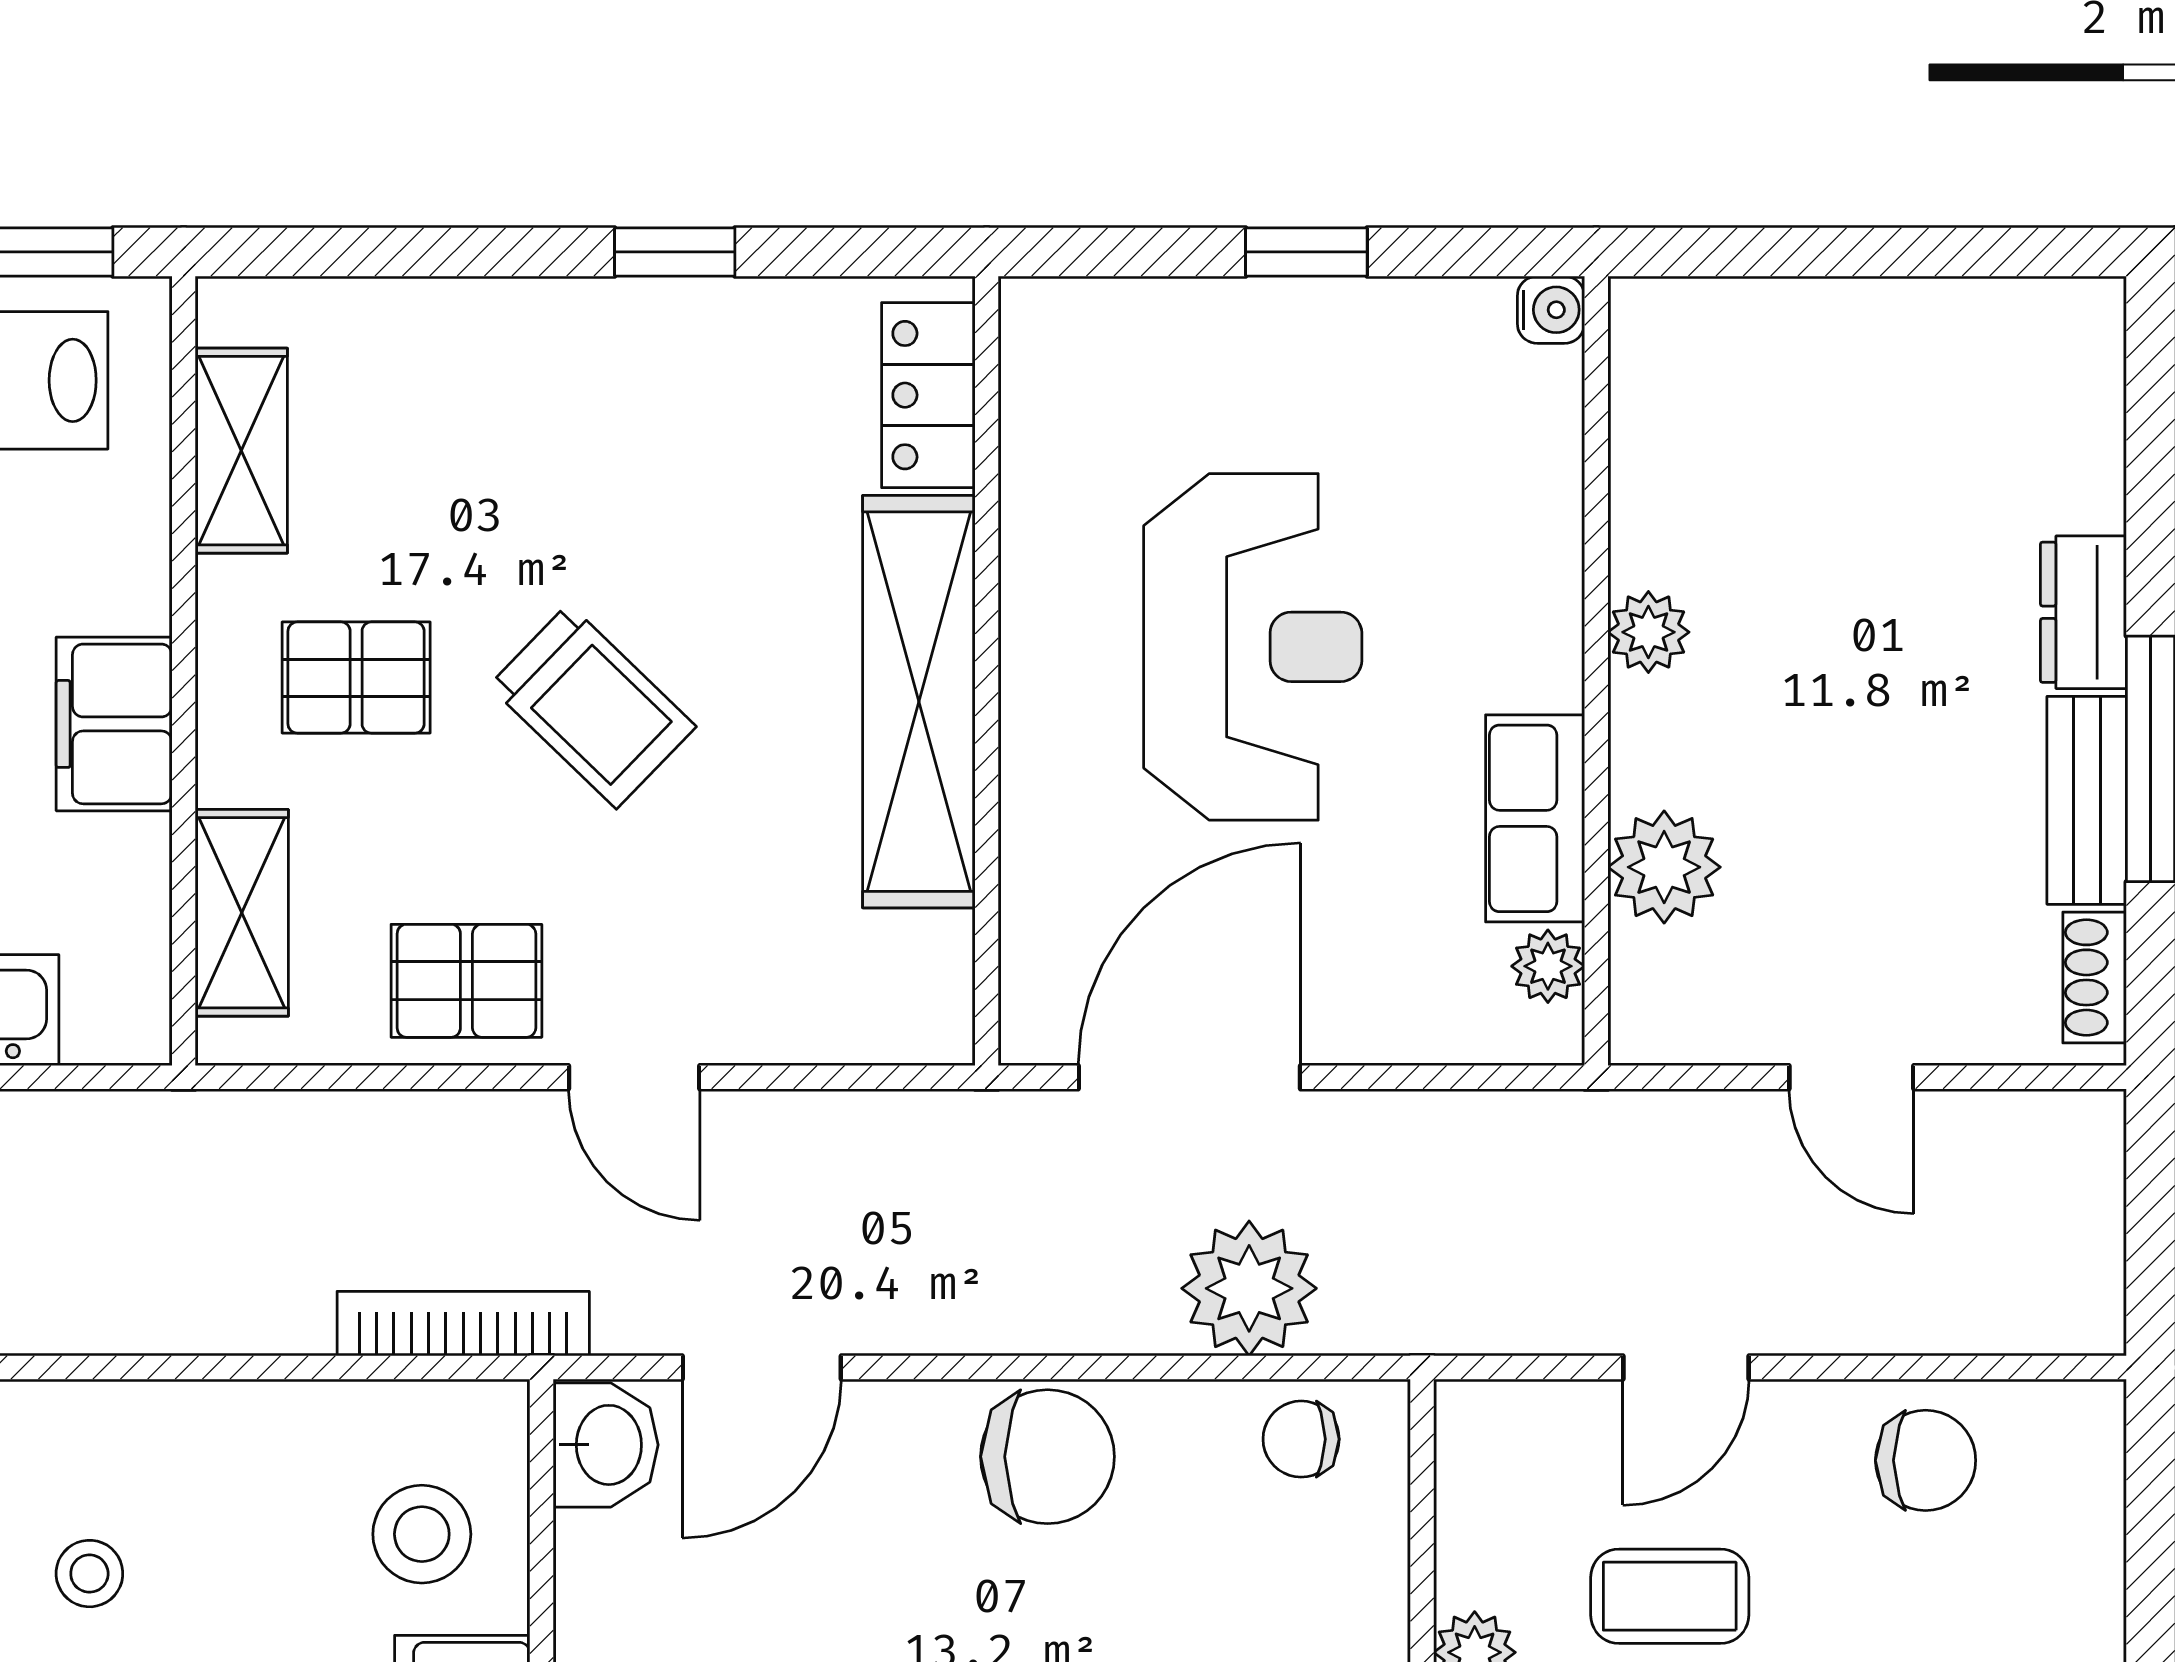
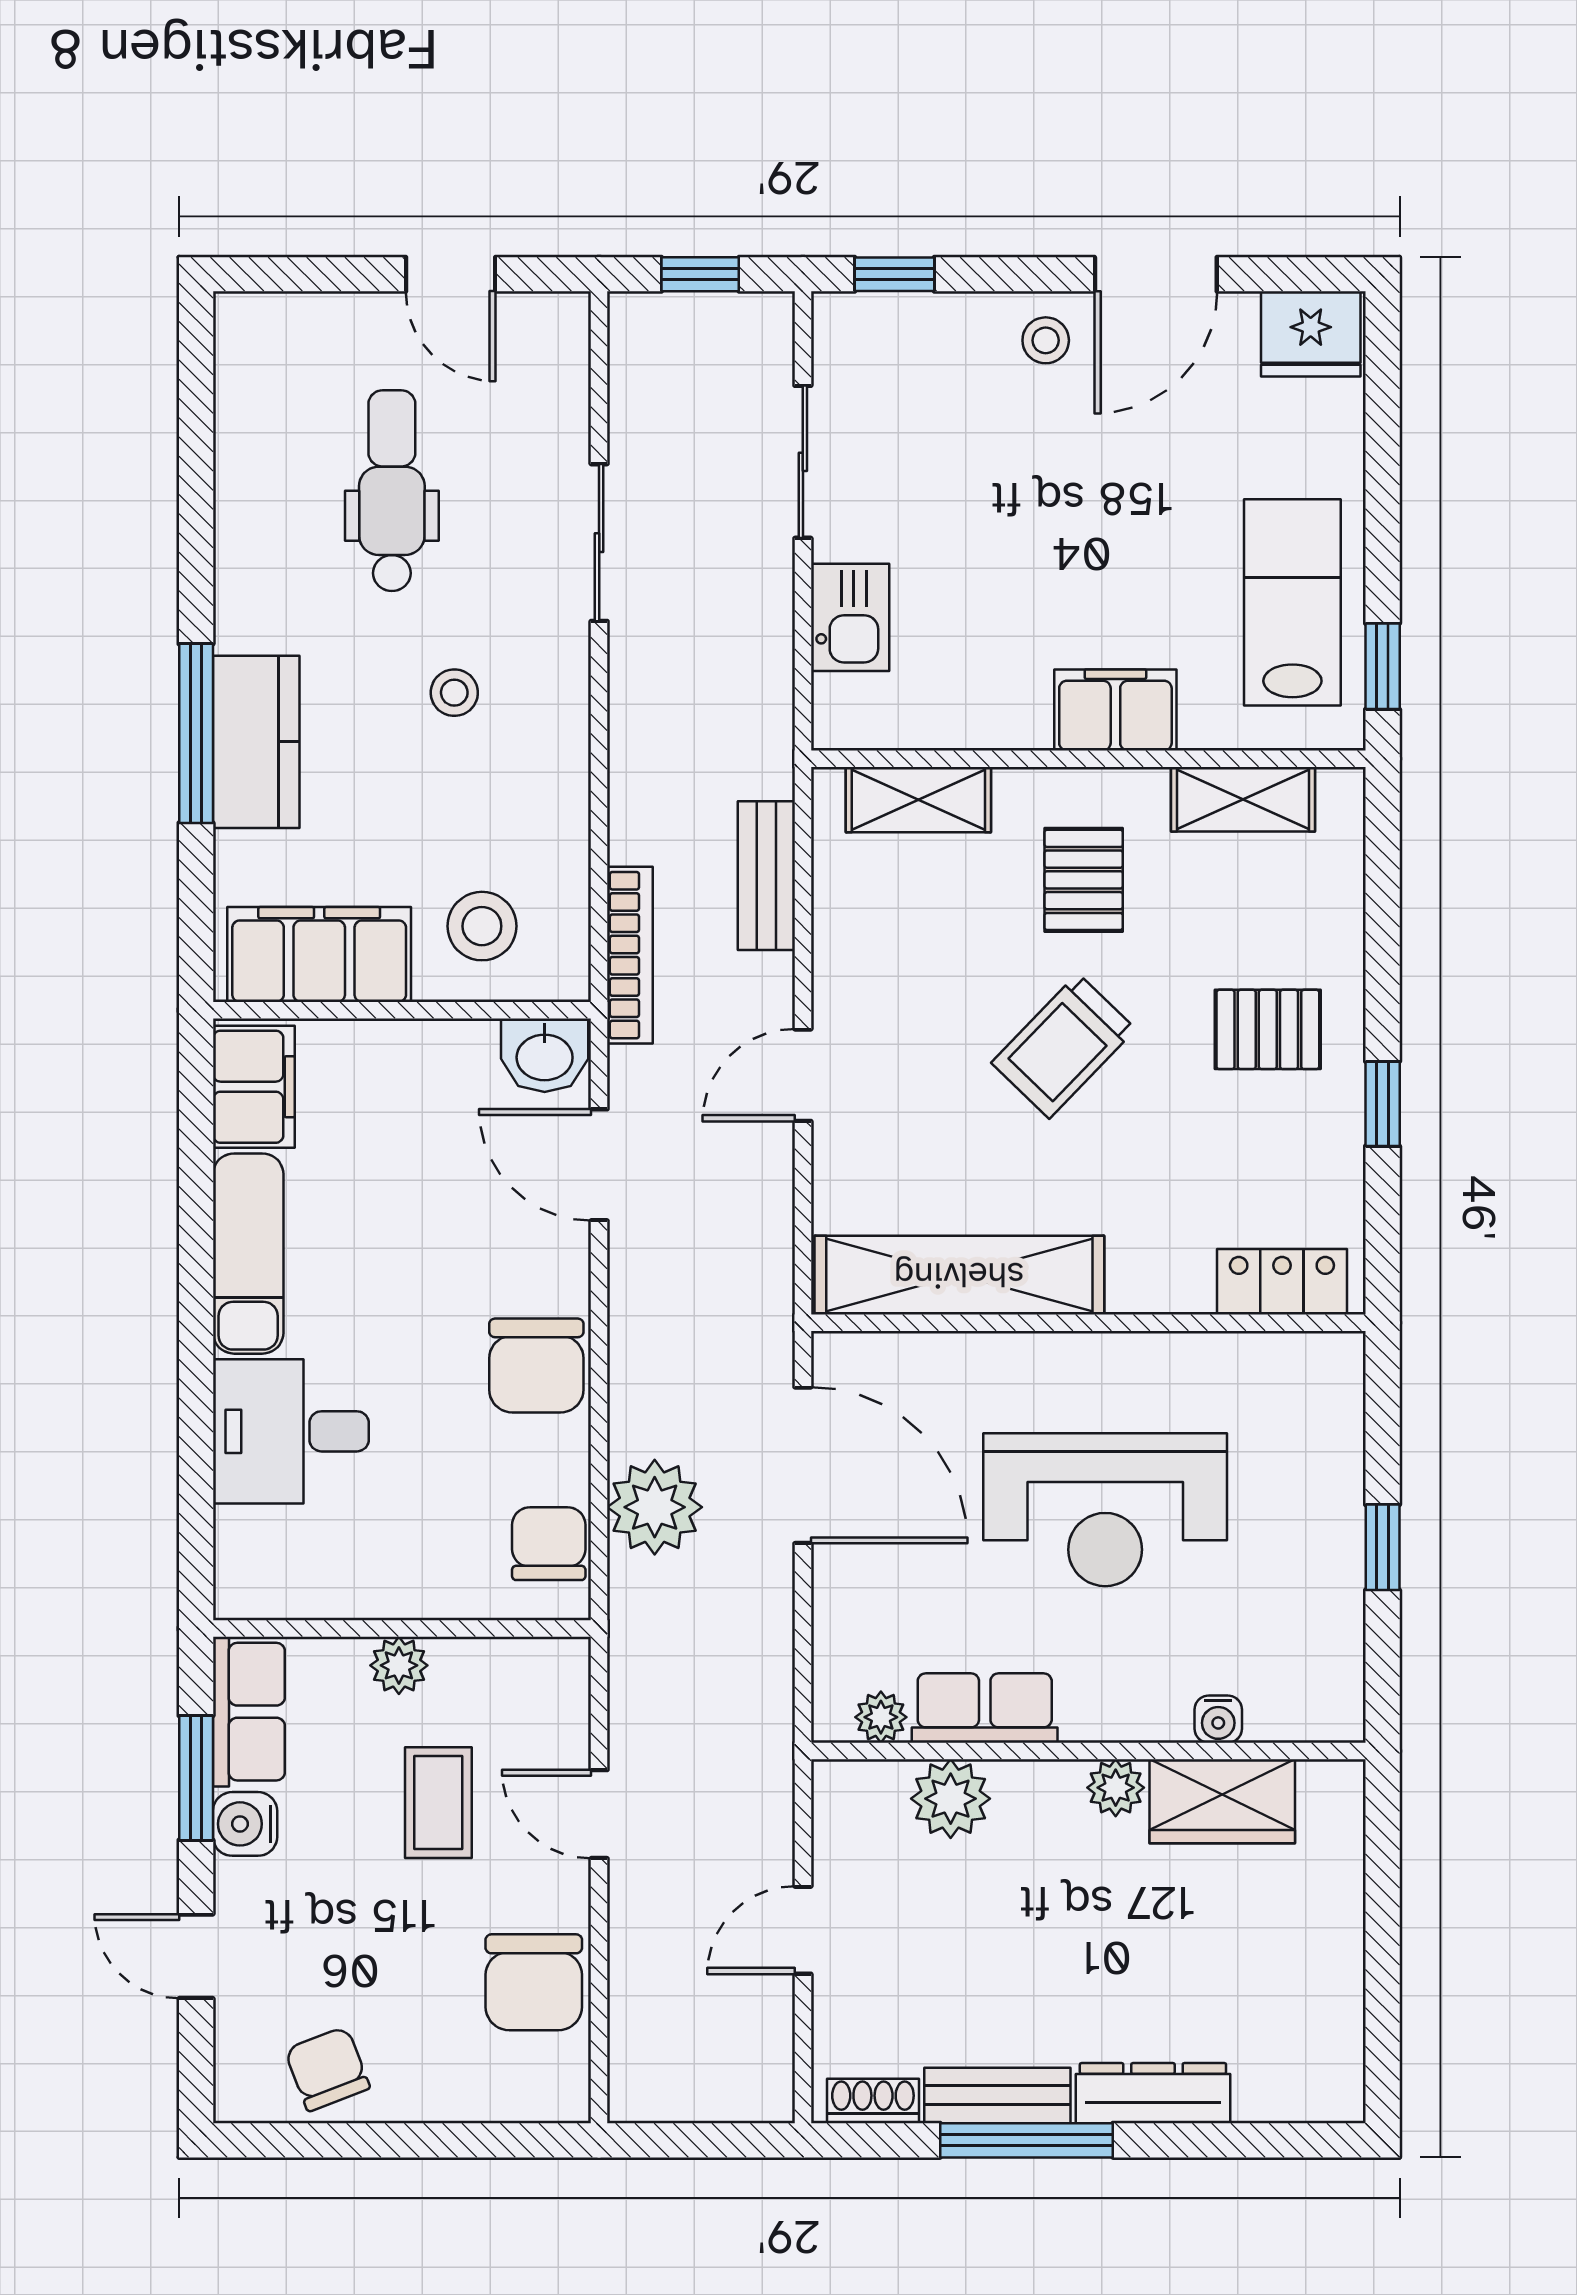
water cooler: (1551, 310) -> (1218, 1719), moved
wardrobe: (1668, 480) -> (1222, 1801), added
dresser: (2083, 612) -> (1153, 2093), width x1.44
shelving: (919, 702) -> (959, 1275), moved
filing cabinet: (114, 724) -> (1115, 710), moved
pallet: (466, 981) -> (1268, 1029), moved, turned 90
bench: (350, 1129) -> (766, 876), added
chair: (1301, 1439) -> (549, 1544), width x1.37, depth x1.37
chair: (1926, 1460) -> (534, 1982), width x1.37, depth x1.37

